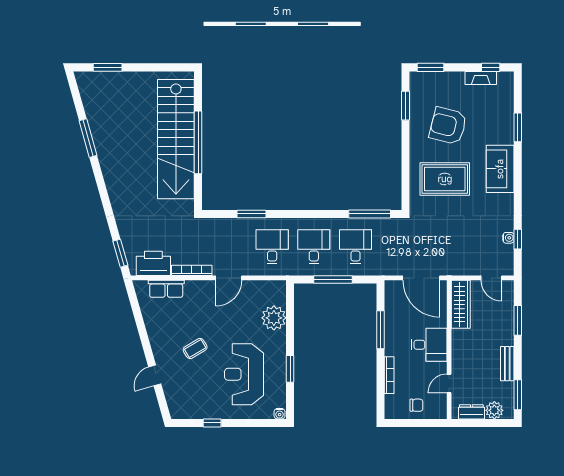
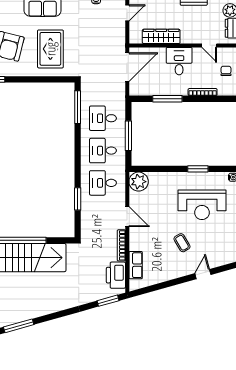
wardrobe: (461, 304) -> (161, 36), moved
plant: (274, 318) -> (139, 182), moved
door: (155, 375) -> (203, 274), swing flipped

